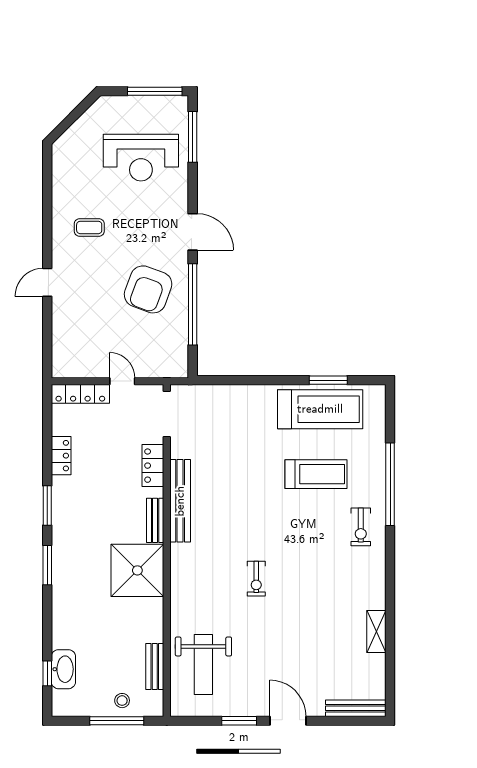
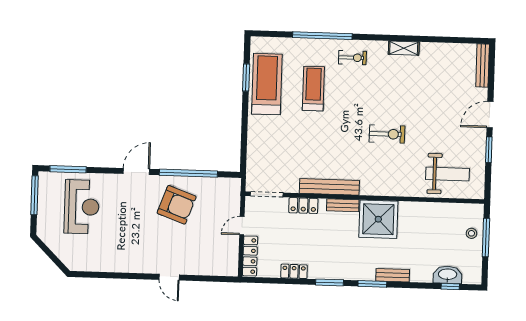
coffee table: (89, 227) -> (131, 246), removed
exercise bike: (256, 579) -> (387, 134), width x1.38, depth x1.39
shelving: (376, 631) -> (404, 48), moved
bench: (155, 666) -> (393, 275), moved

